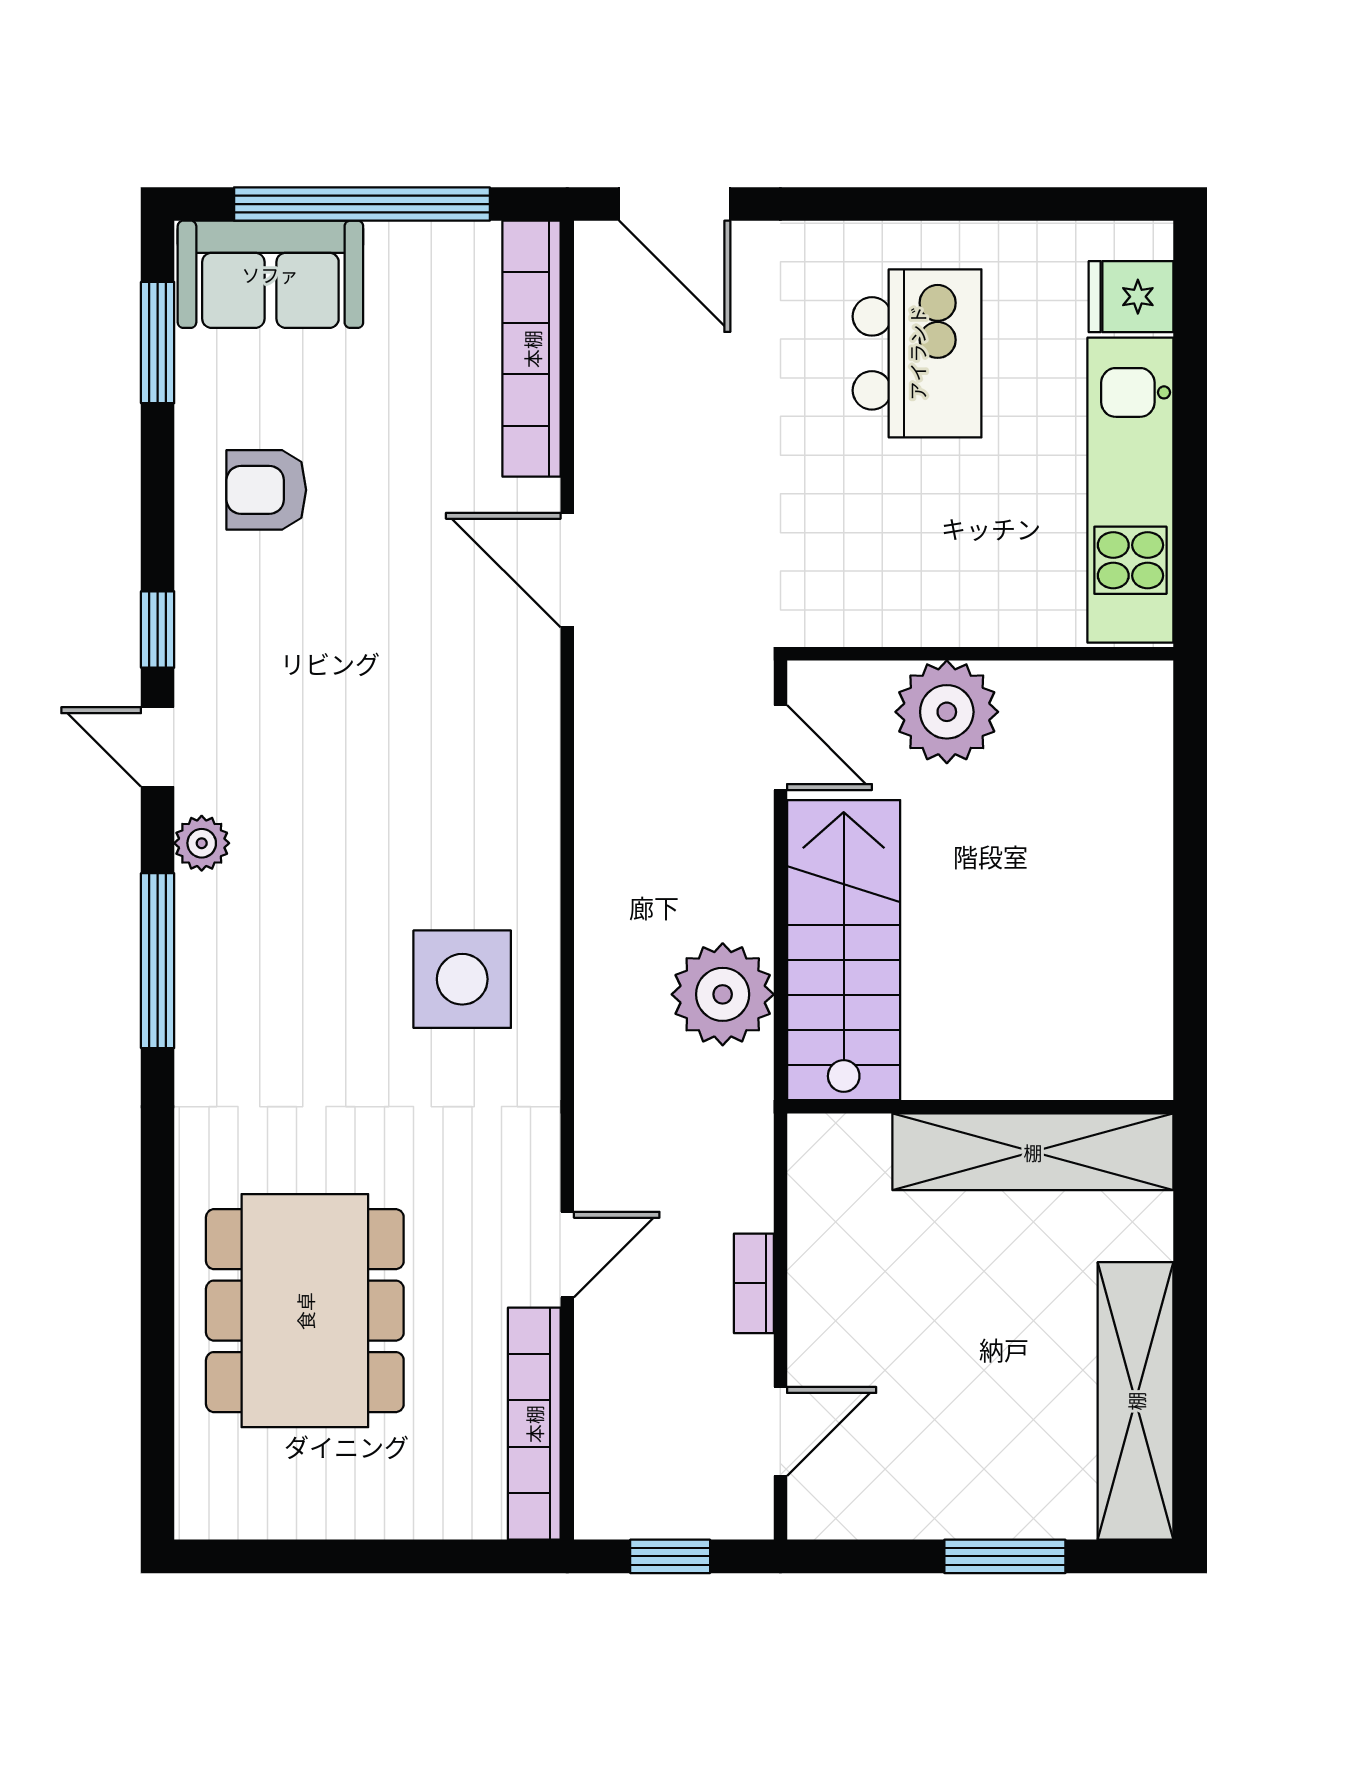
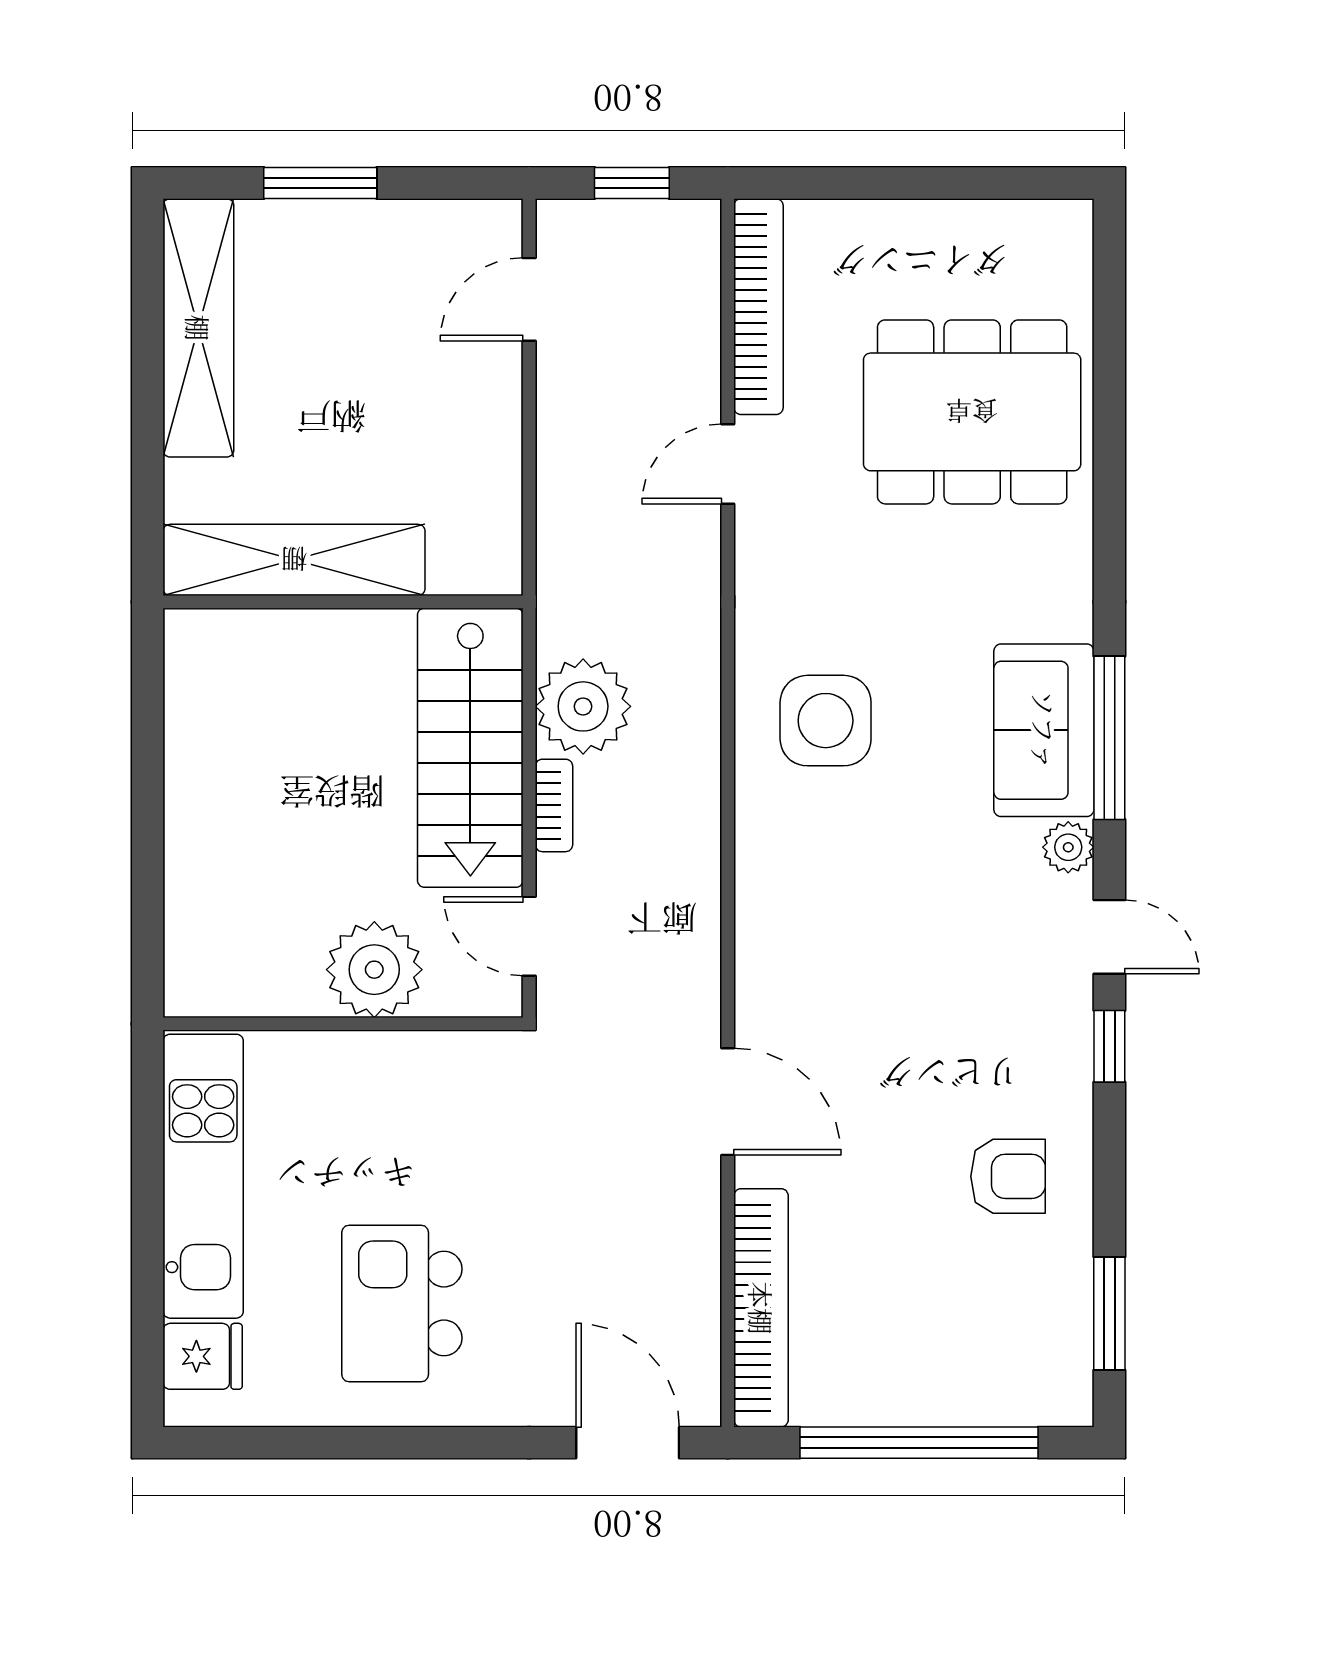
sofa: (270, 274) -> (1044, 730), moved, turned -90
bookcase: (754, 1283) -> (554, 805), moved
dining table: (305, 1311) -> (972, 412), turned 90

